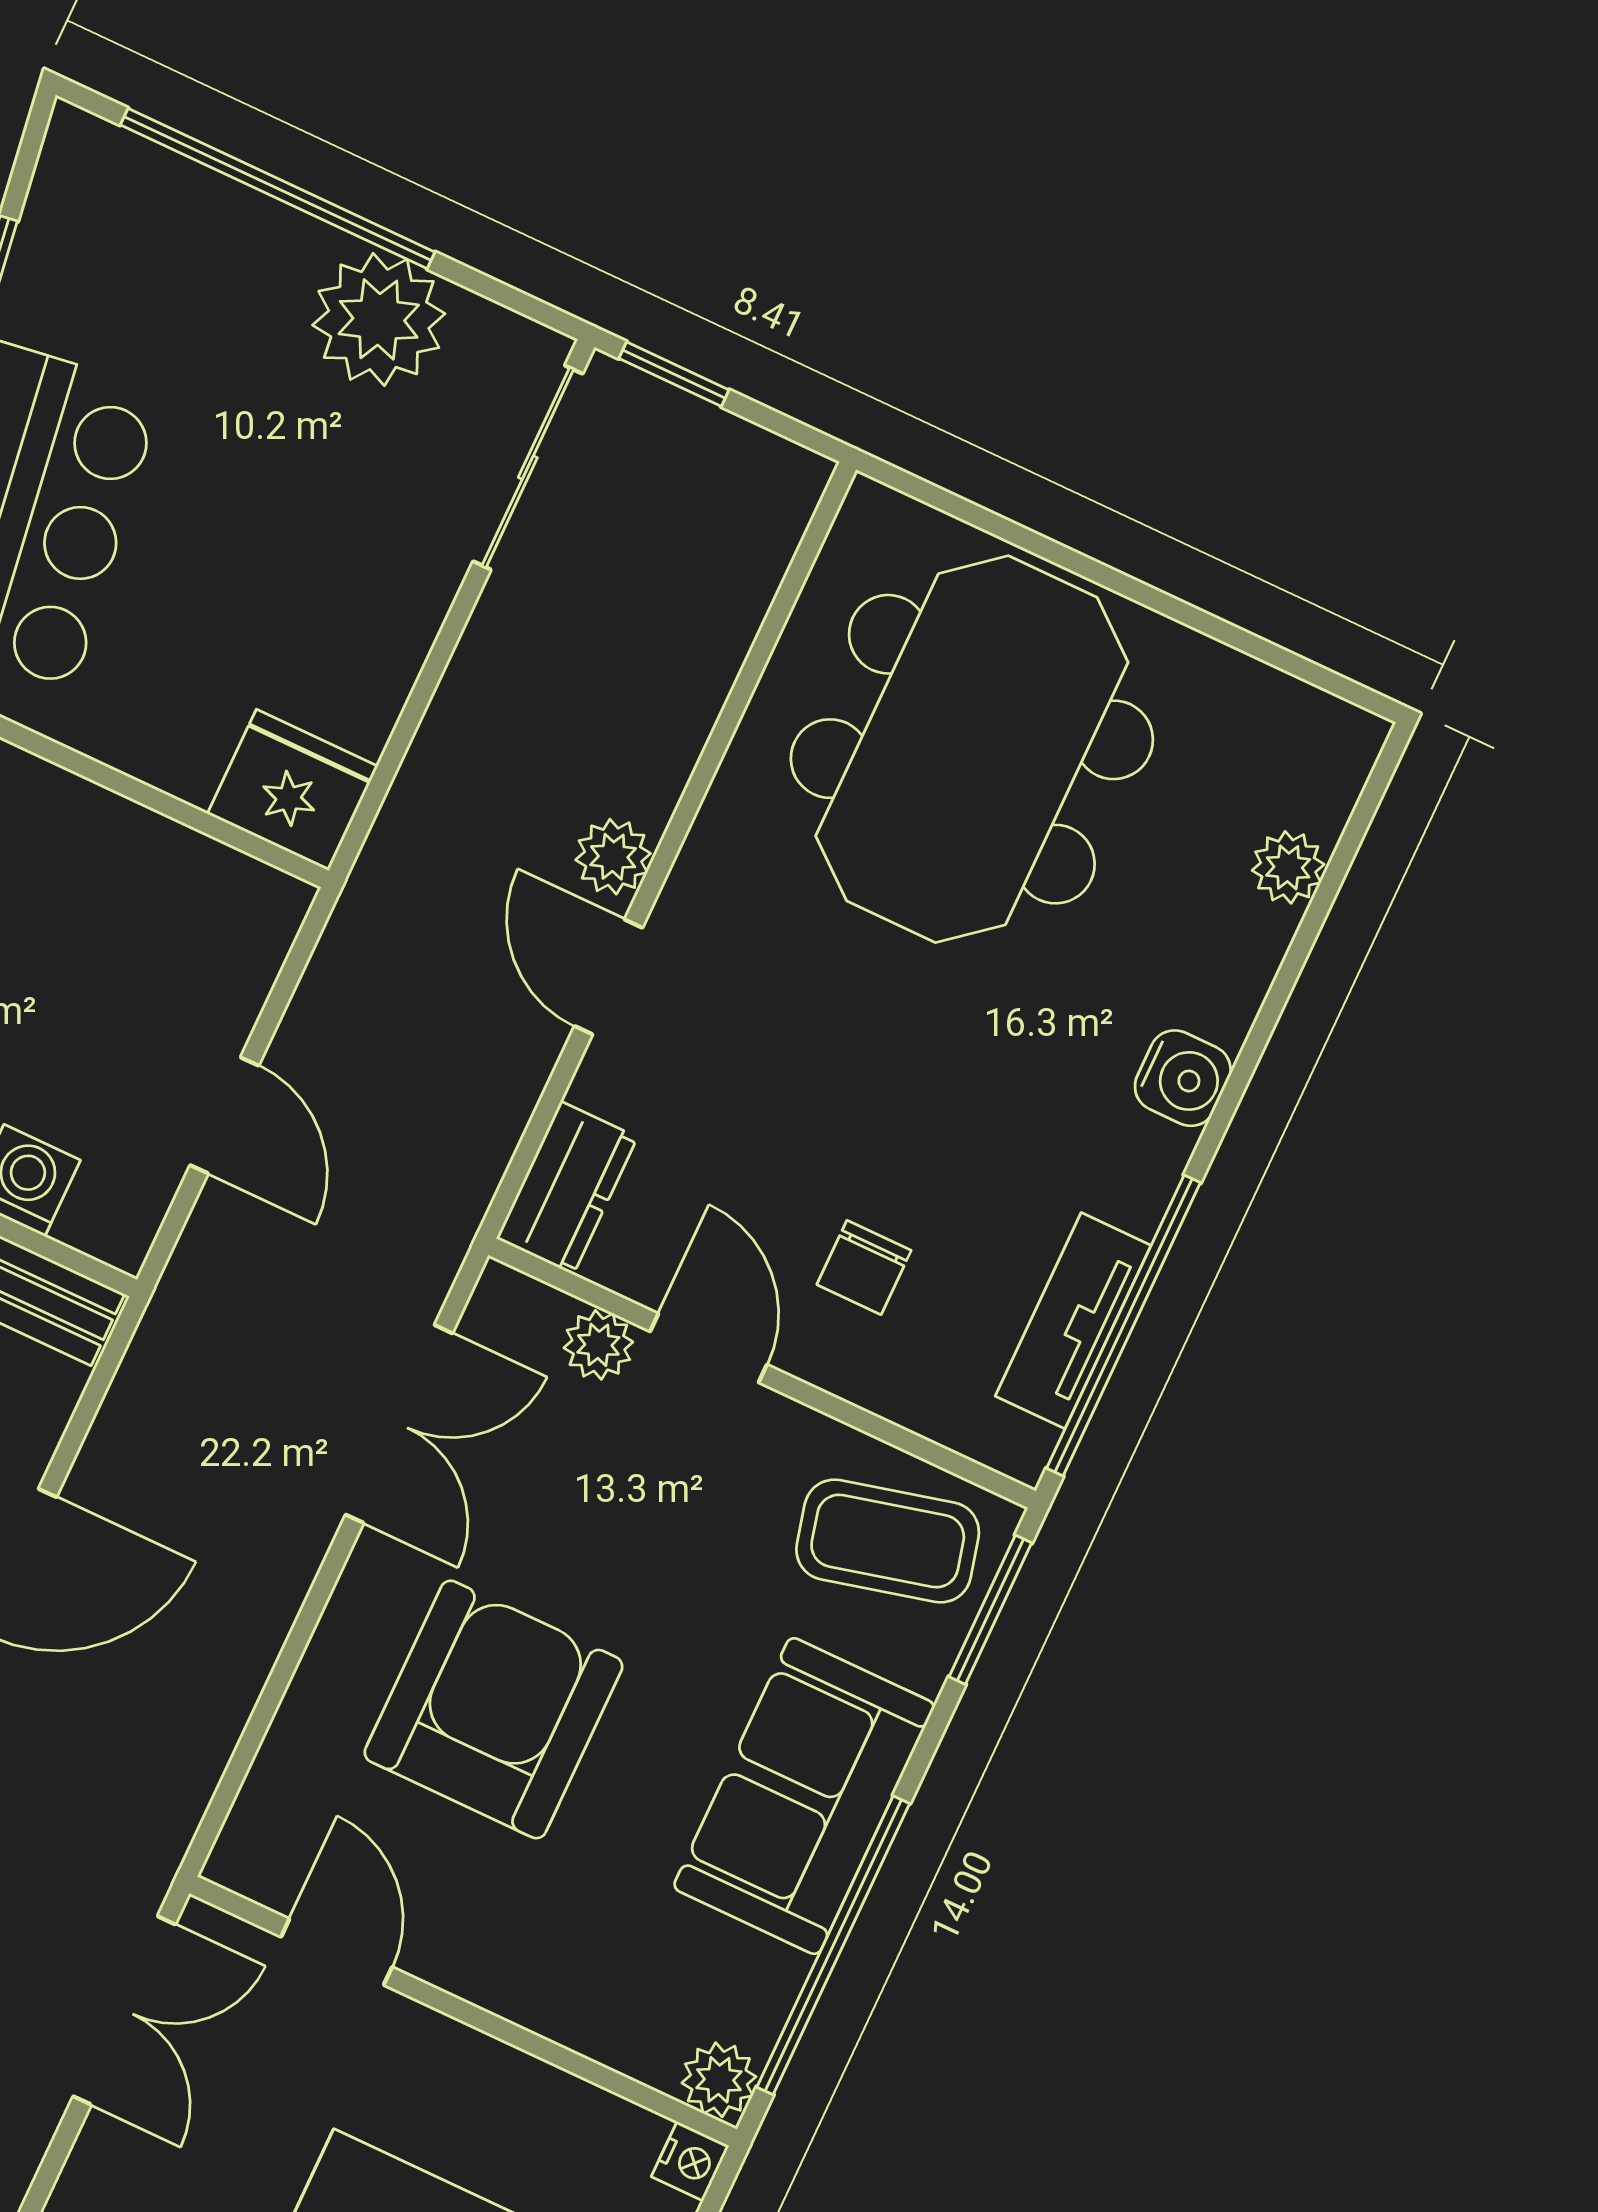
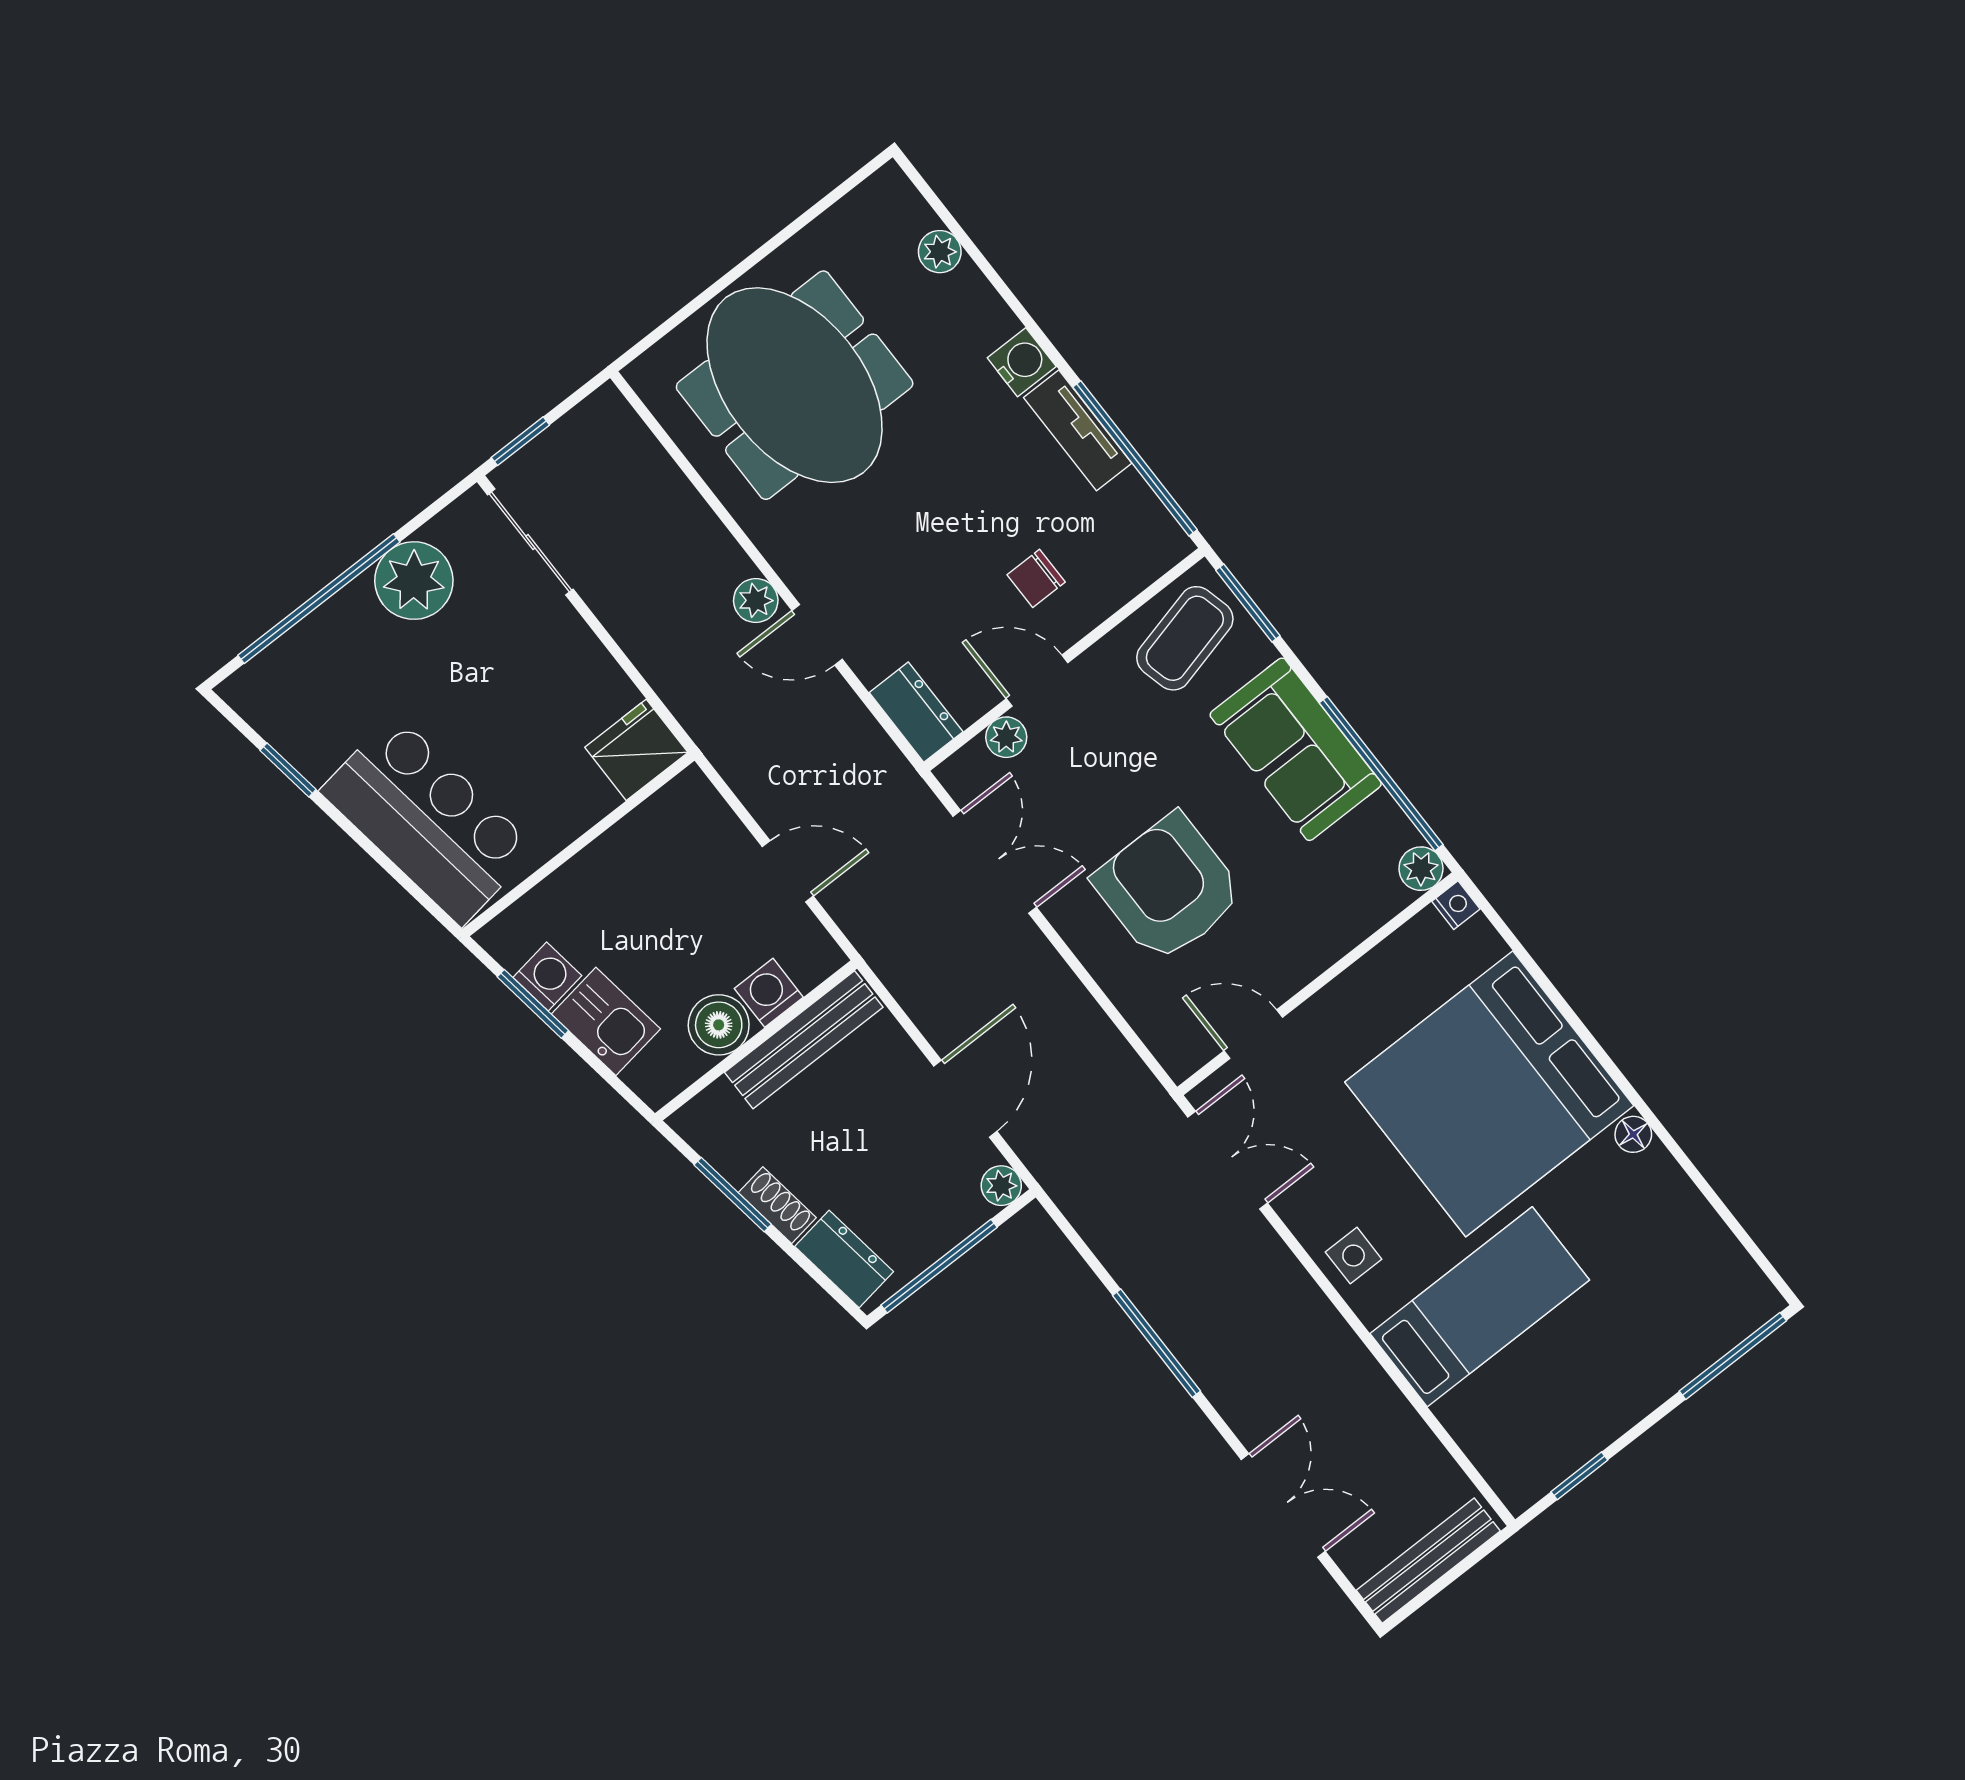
chair: (864, 1267) -> (1036, 578), turned 90
tv unit: (1073, 1321) -> (1078, 430), moved

